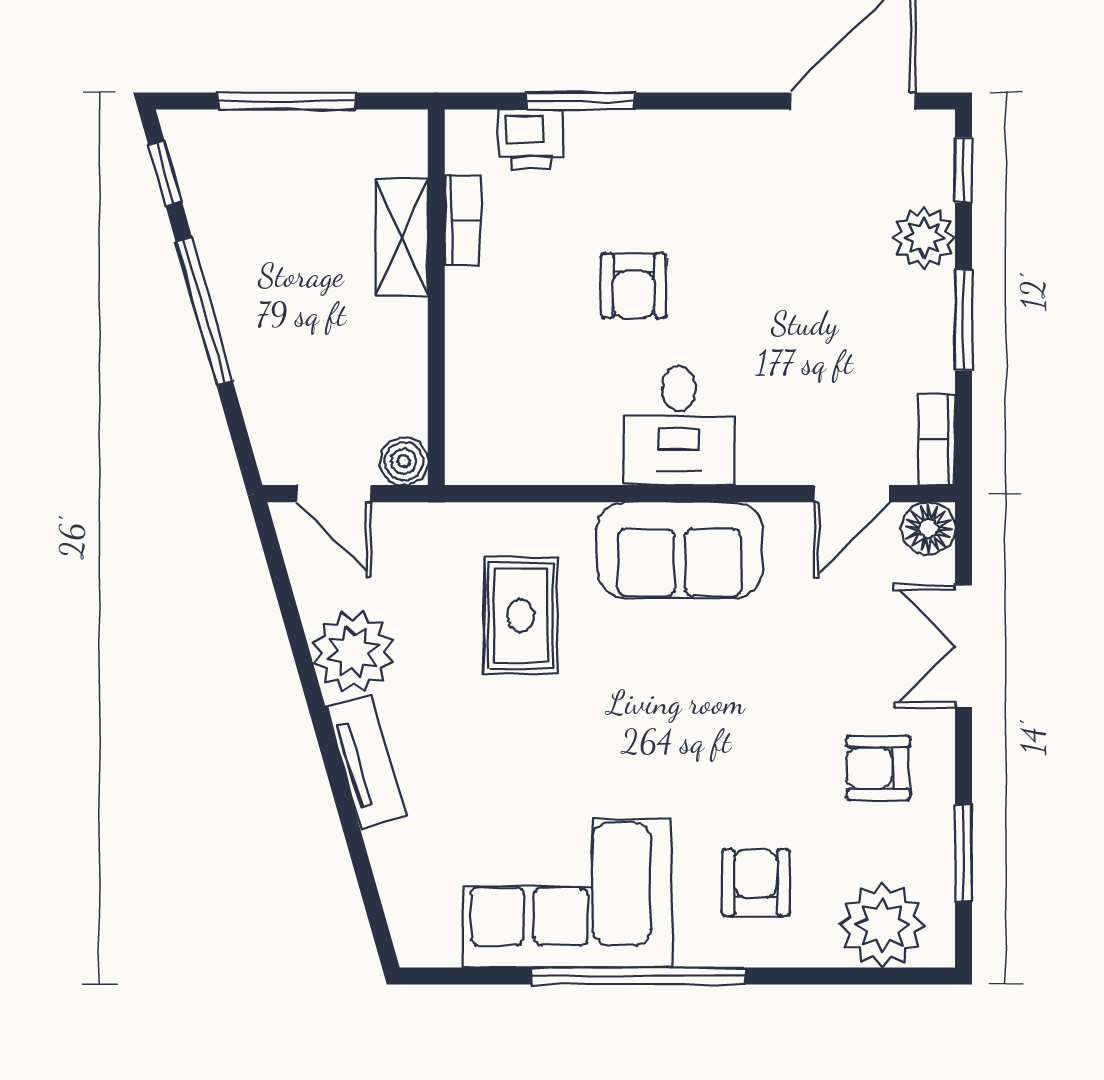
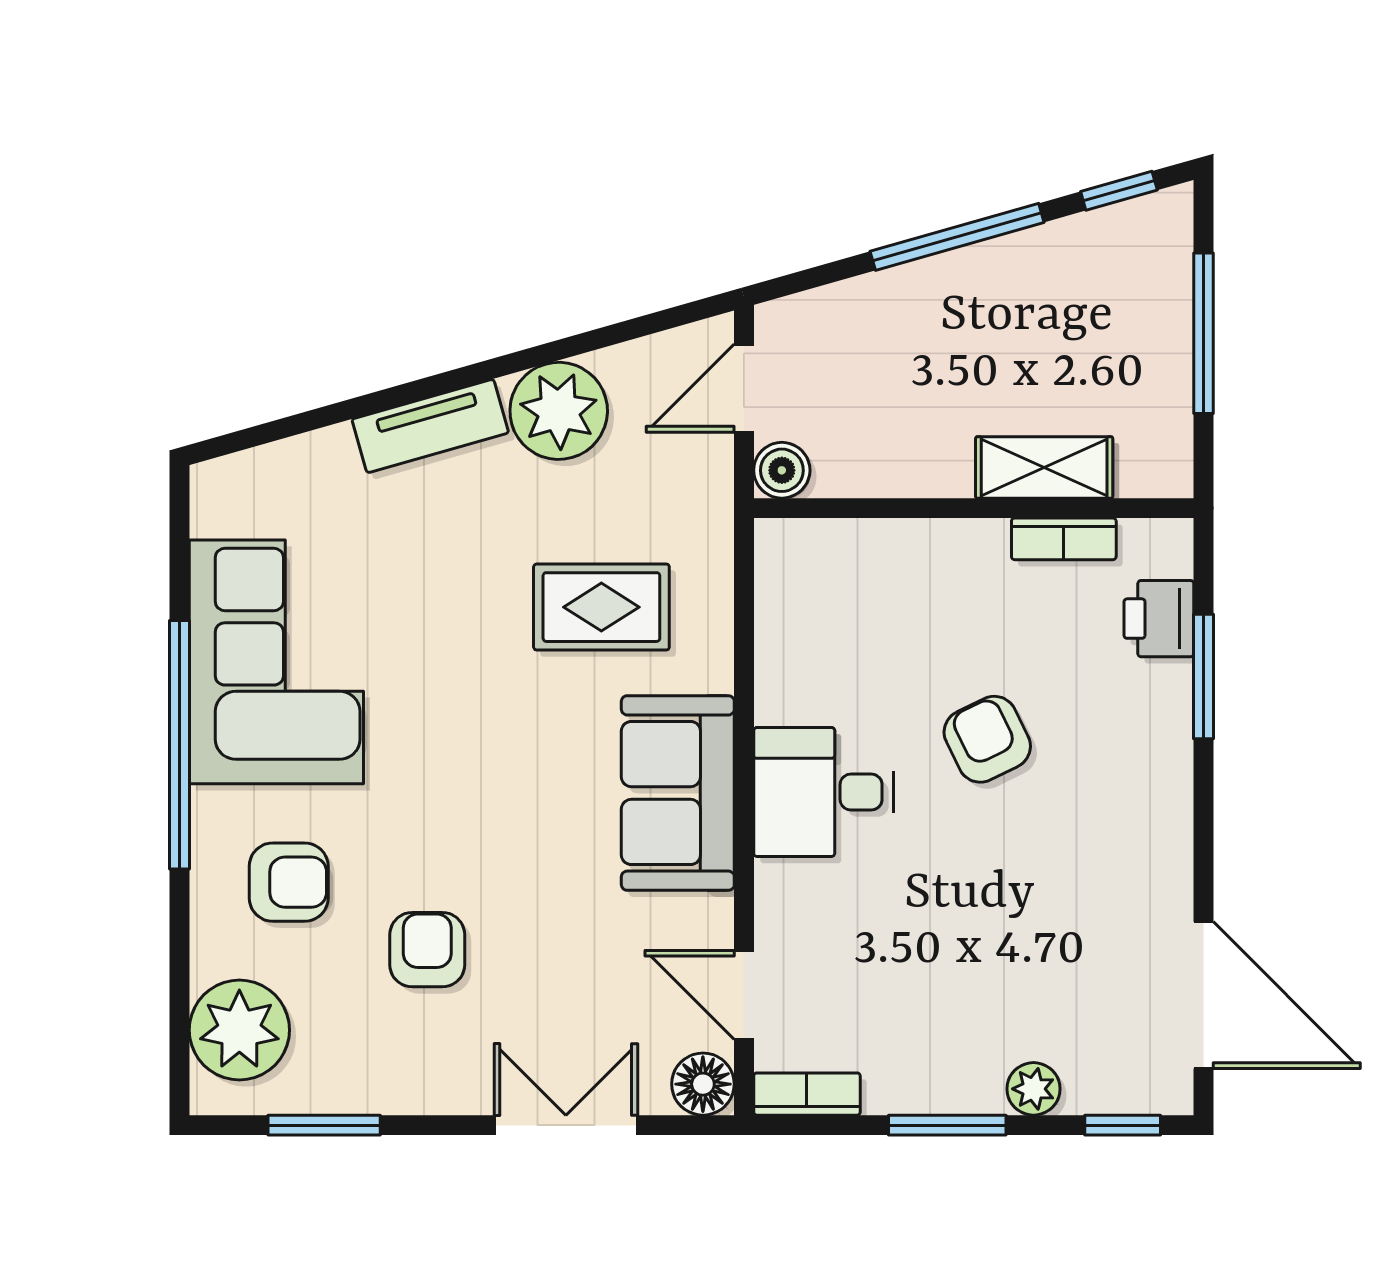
plant: (924, 238) -> (1034, 1089), width x0.73, depth x0.73
armchair: (634, 286) -> (987, 739), turned 64
armchair: (878, 768) -> (427, 950), moved

